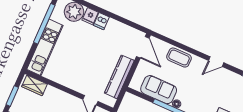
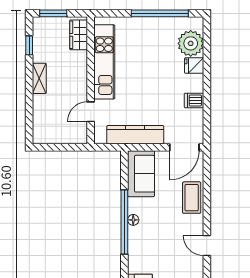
dishwasher: (101, 21) -> (194, 100), moved
kitchen unit: (45, 47) -> (104, 62), moved, turned -90
sofa: (159, 90) -> (141, 174), moved

